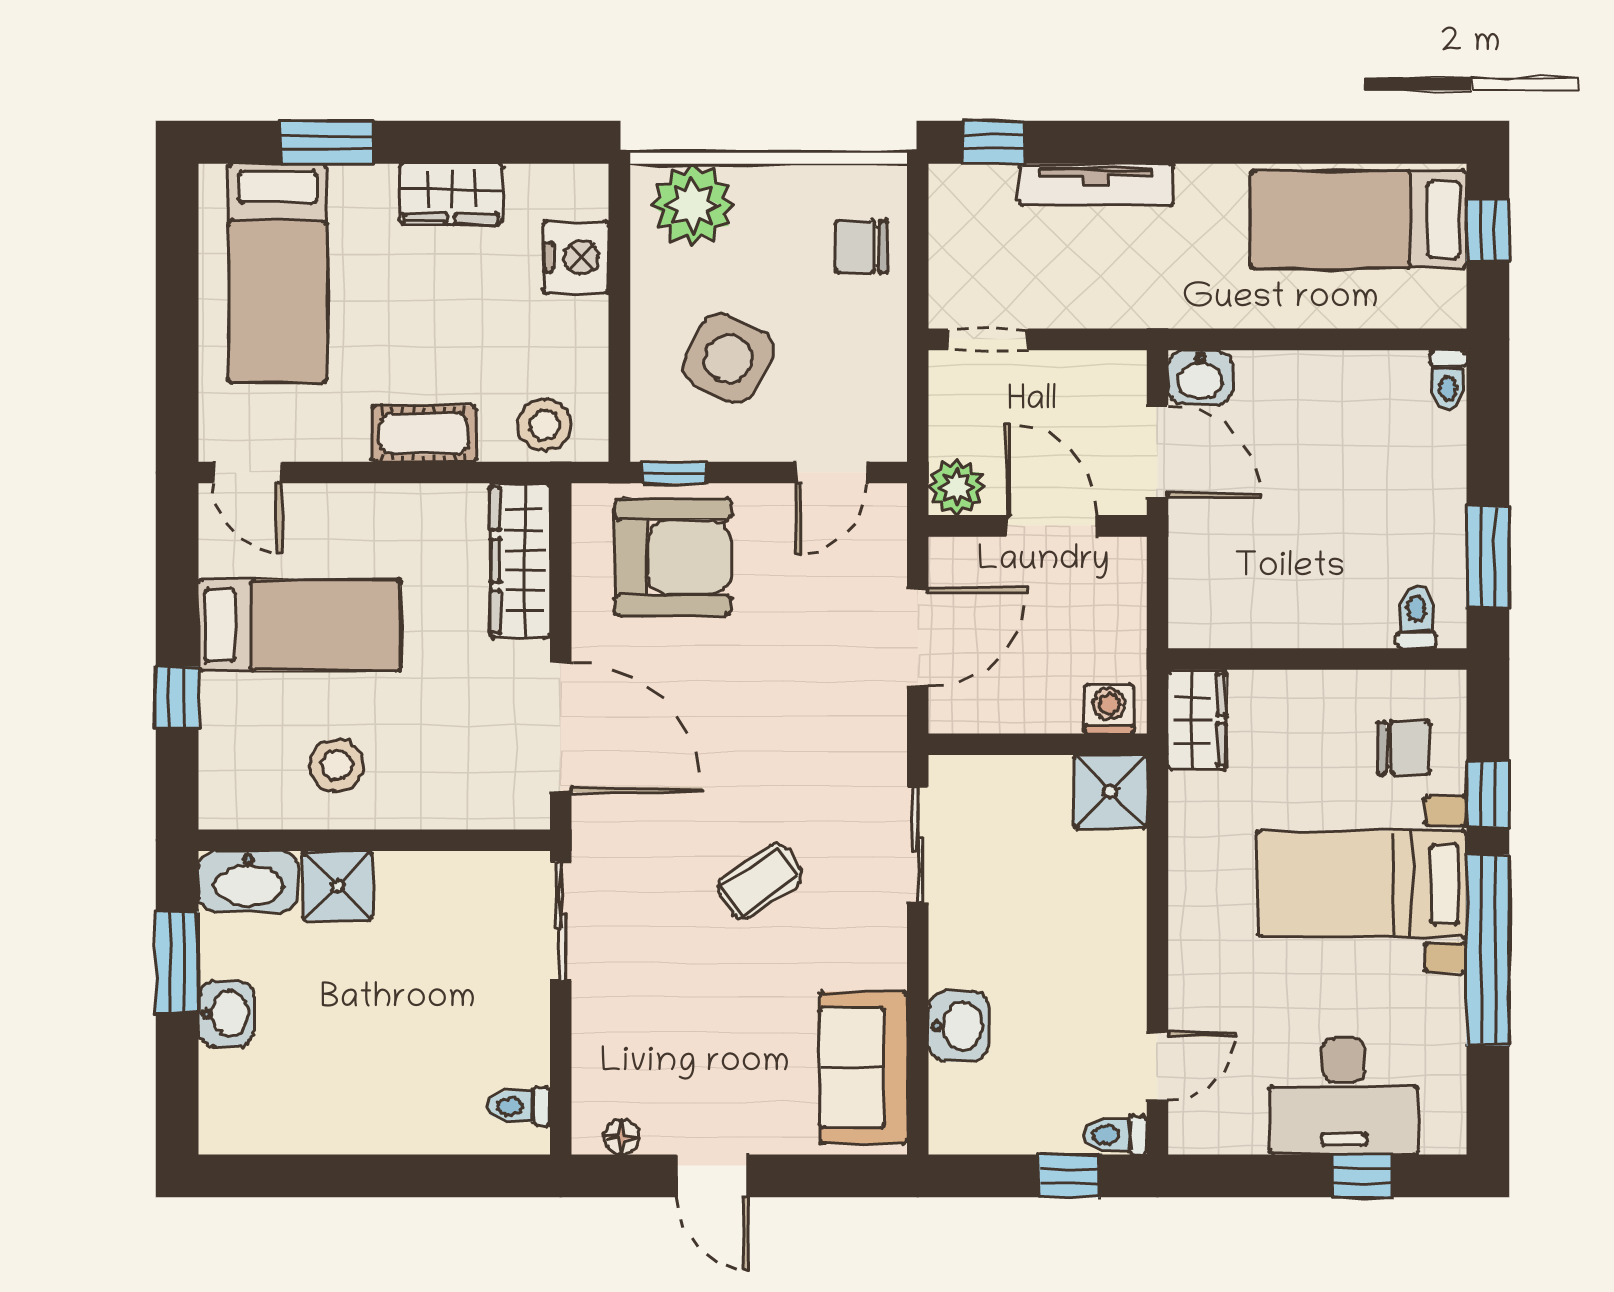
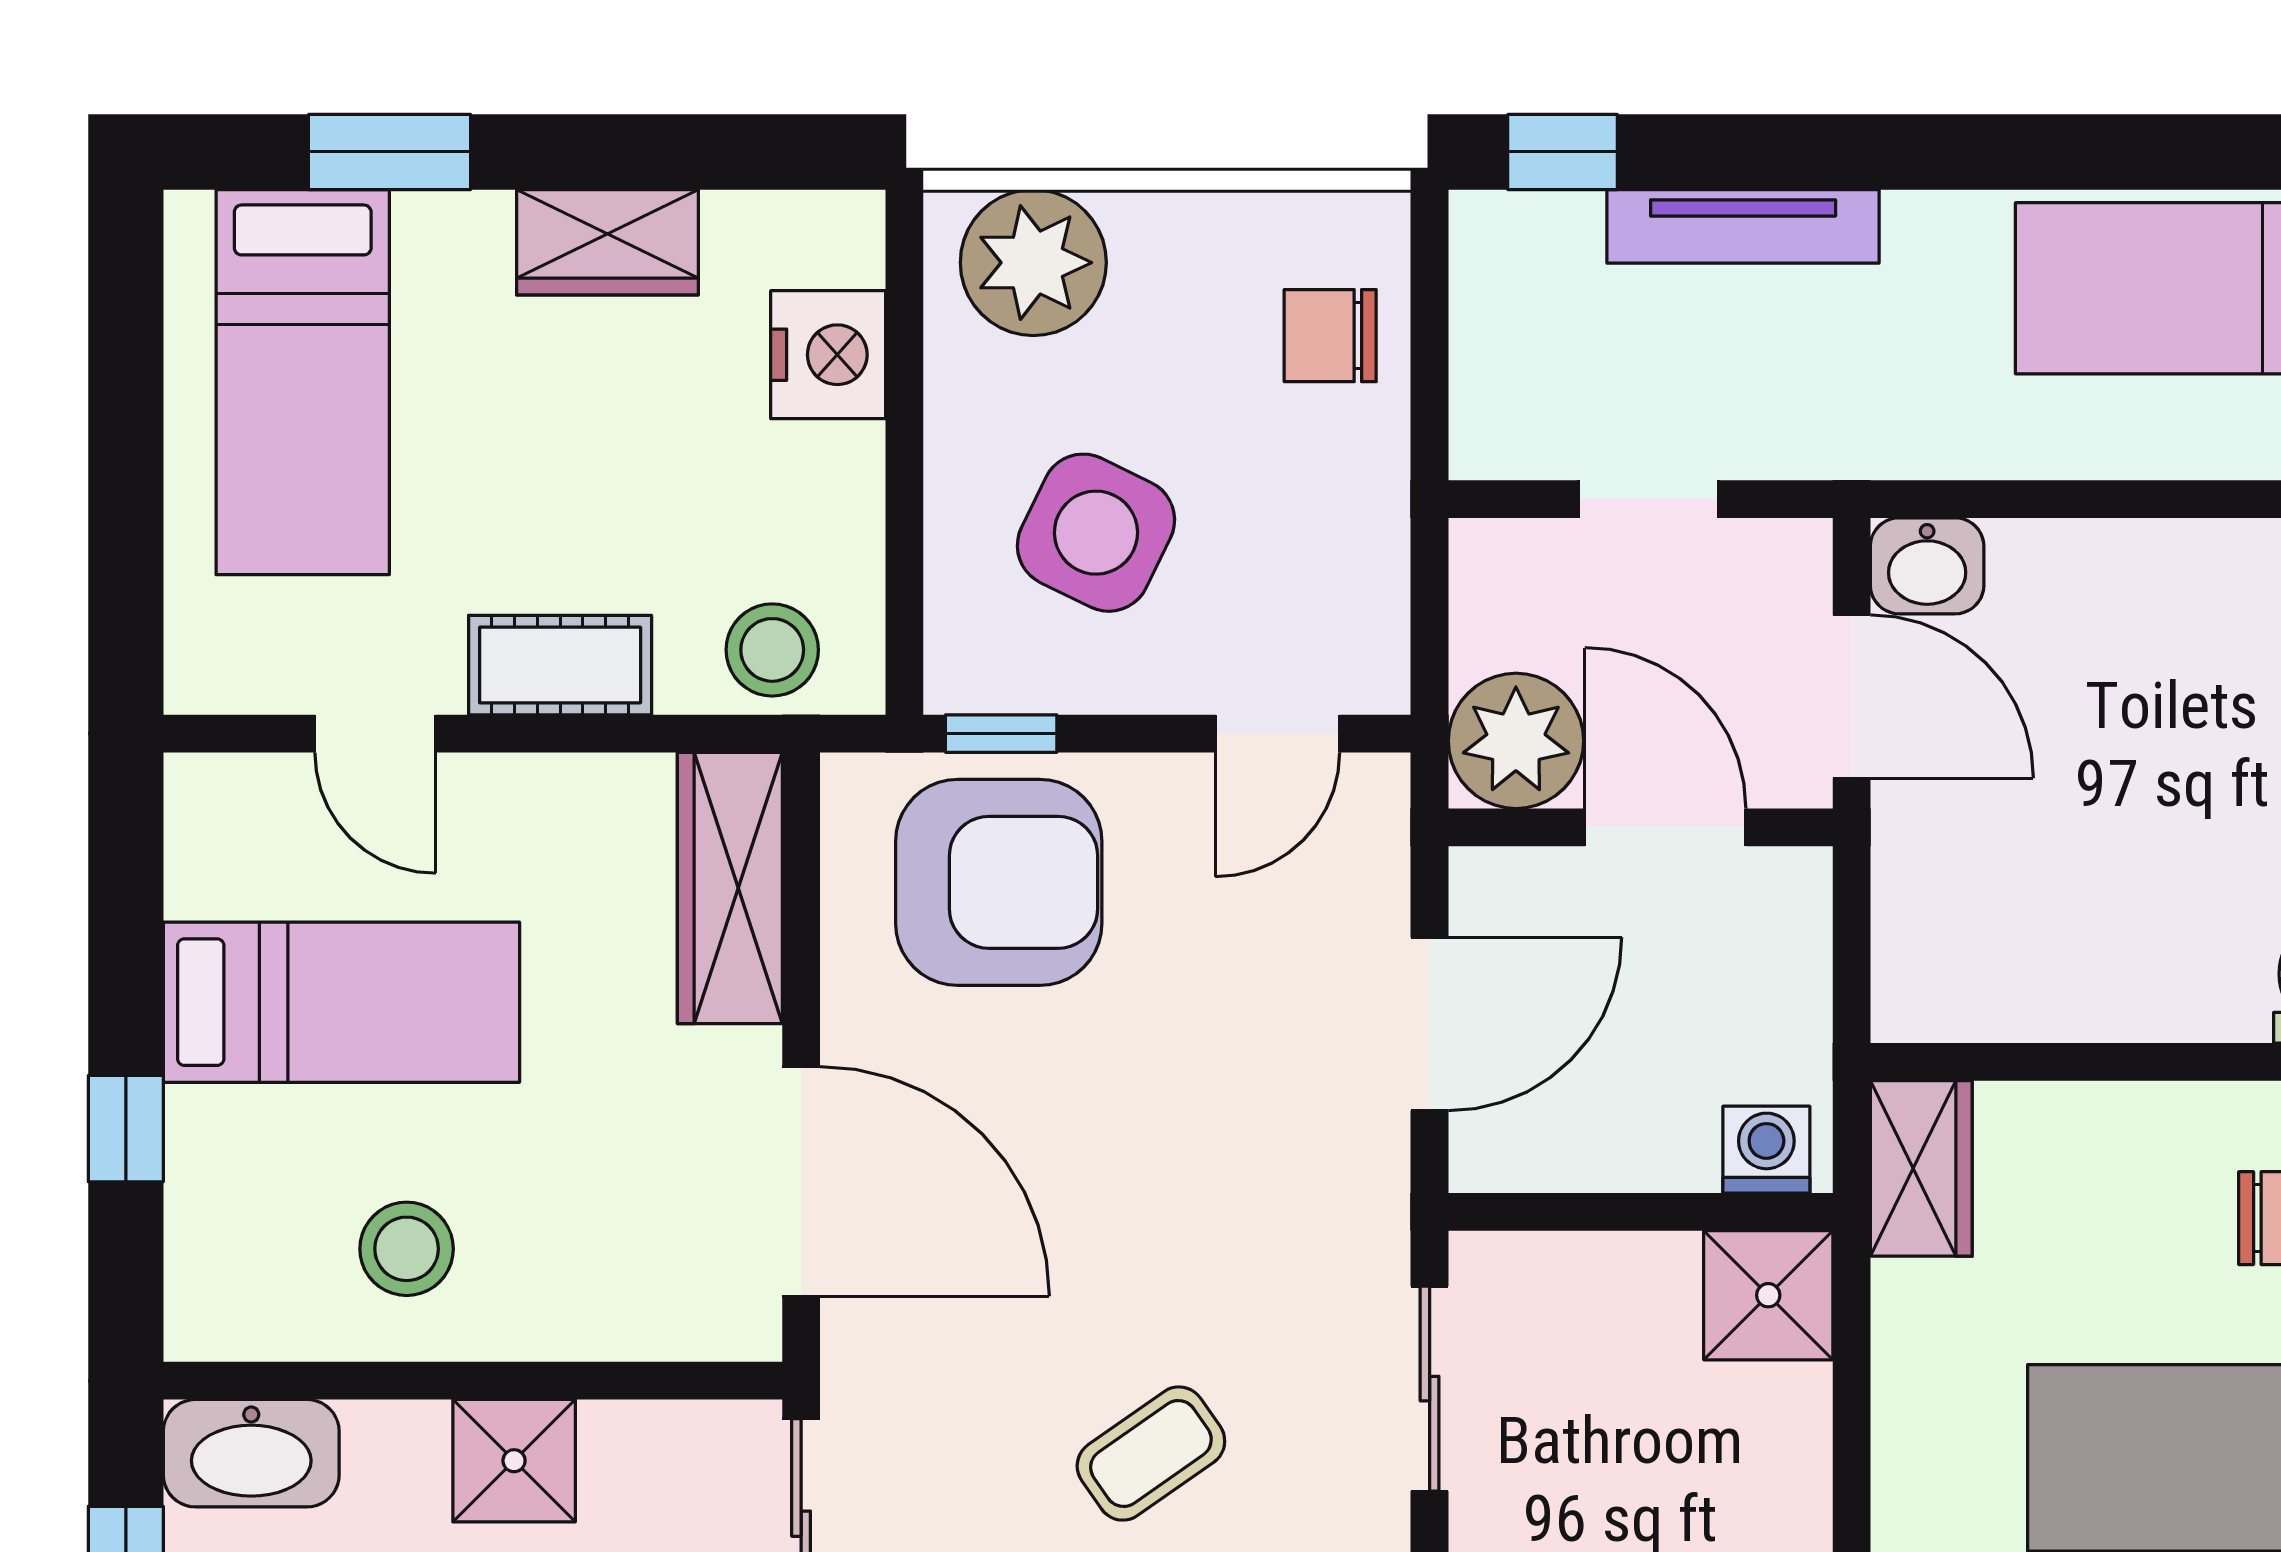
doorway: (988, 339) -> (1648, 499), moved
door: (247, 473) -> (375, 734), moved
plant: (957, 487) -> (1516, 741), width x1.36, depth x1.36
shower: (337, 886) -> (514, 1461), moved

